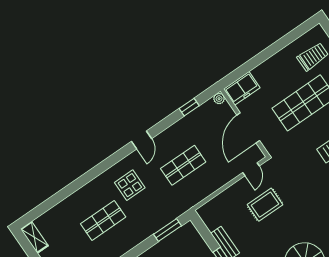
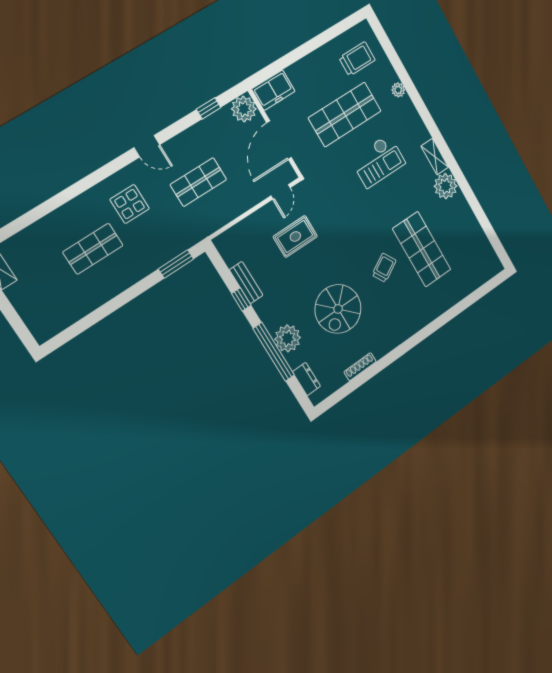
plant: (219, 99) -> (244, 109), width x1.88, depth x1.88
door: (142, 140) -> (147, 146), hinge flipped

